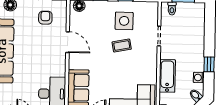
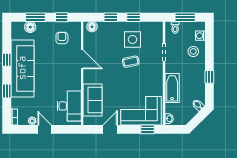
stool: (192, 36) -> (193, 51), added
washing machine: (199, 78) -> (200, 36), moved

